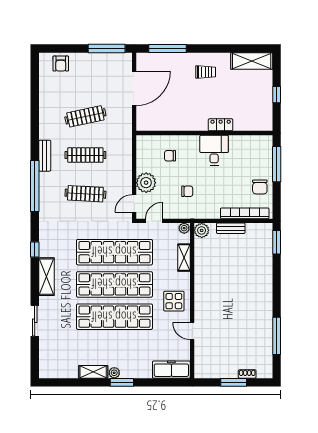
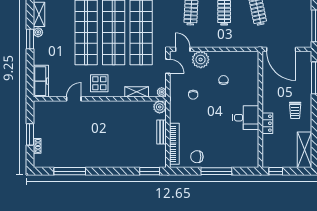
locker: (221, 125) -> (267, 123), moved
wall: (204, 133) -> (260, 109), moved
desk: (214, 150) -> (246, 118), moved

